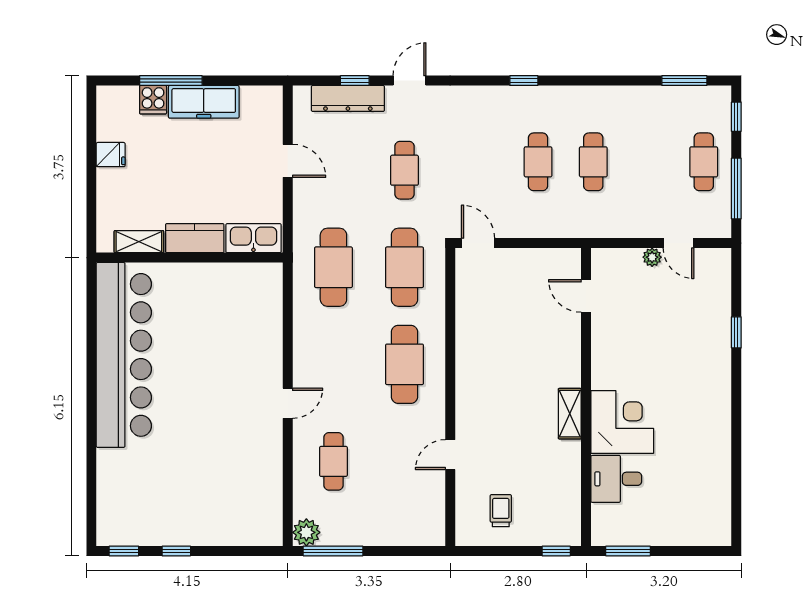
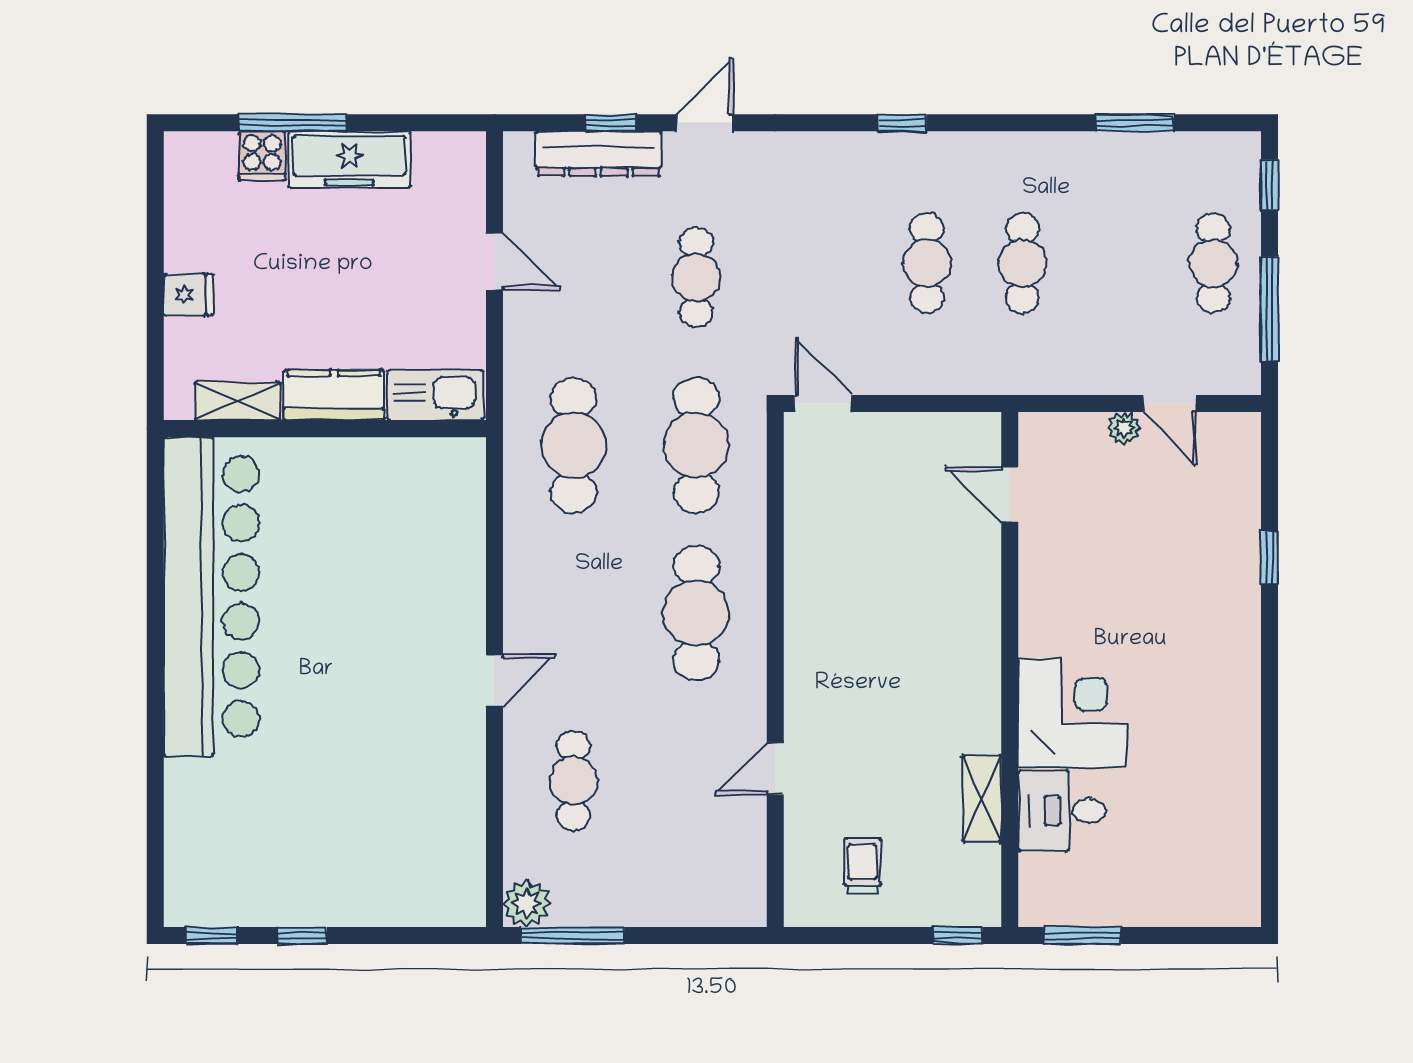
window: (684, 81) -> (1135, 123), moved
fridge: (111, 155) -> (188, 295), moved
shelving: (570, 414) -> (982, 799), moved

